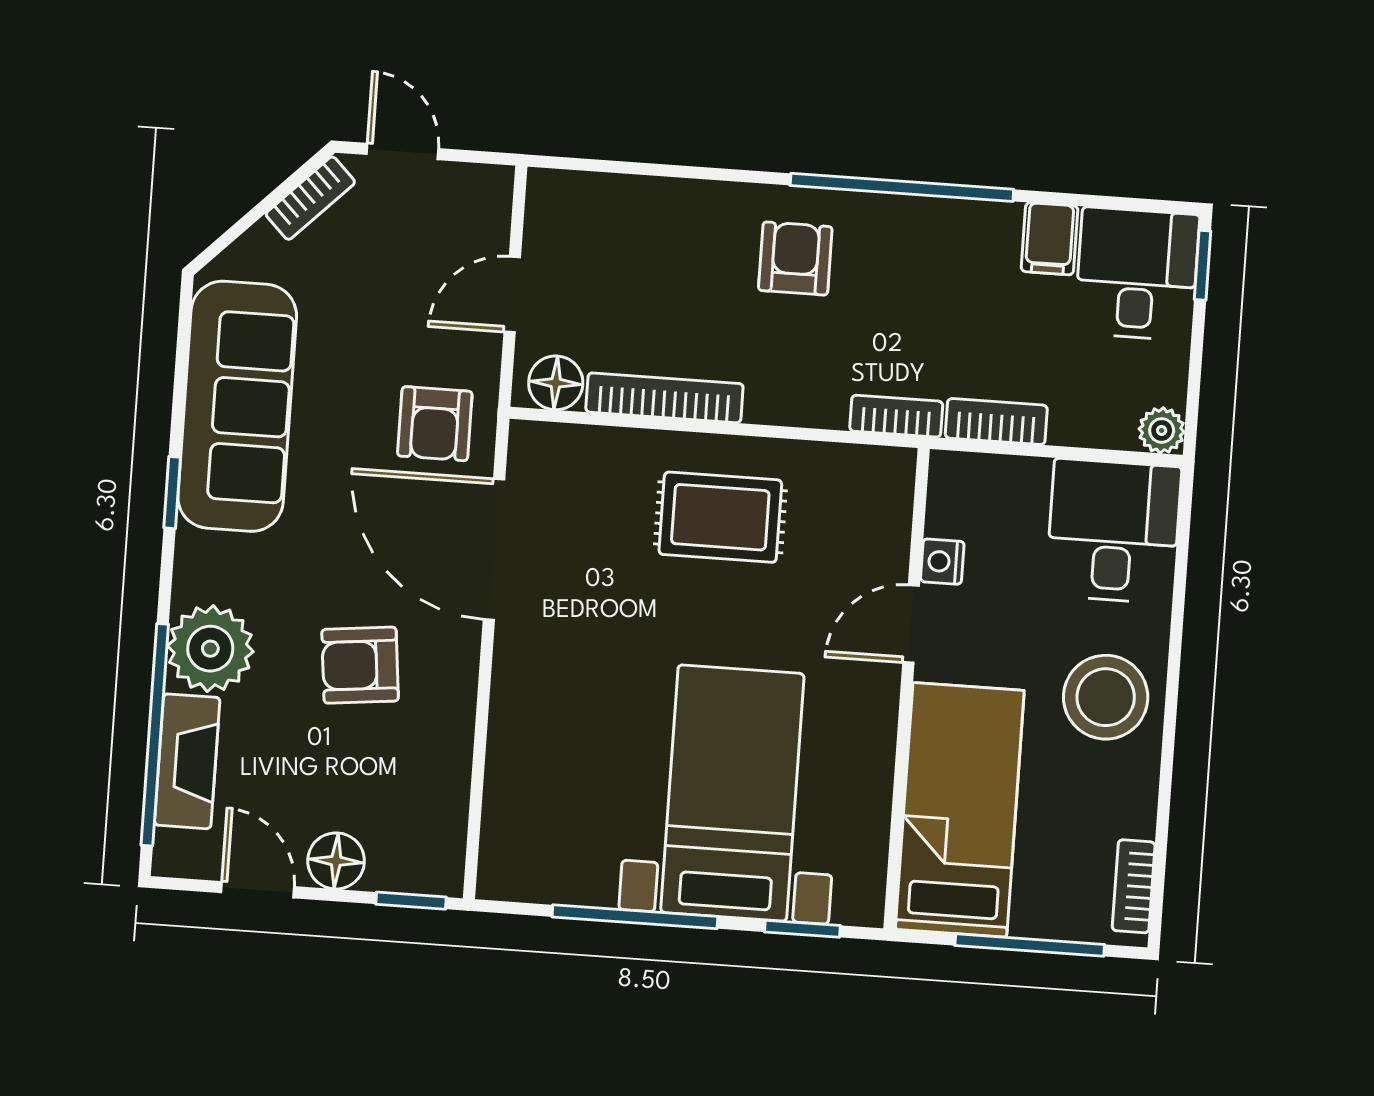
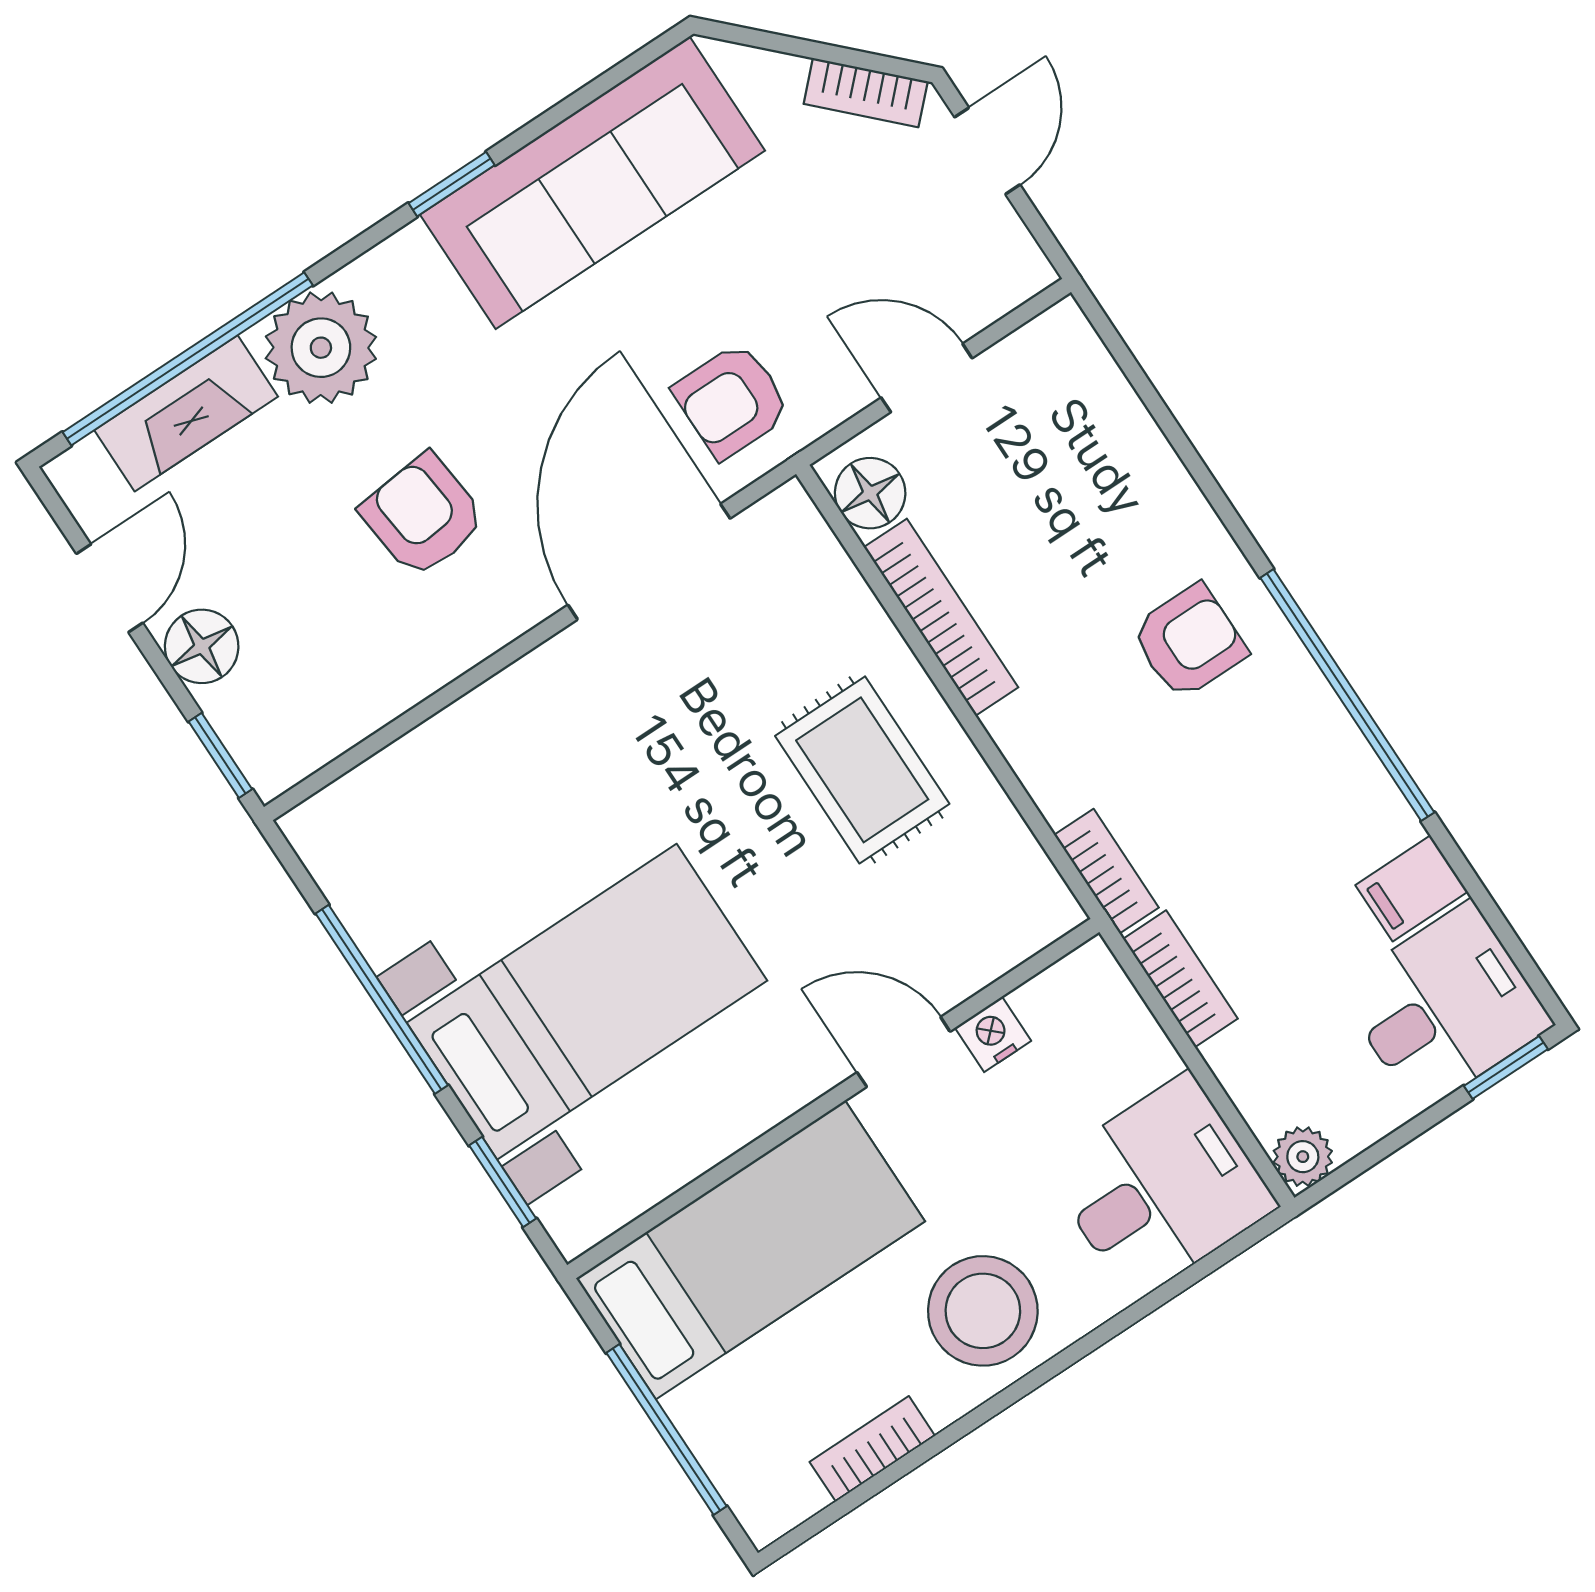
bookcase: (1134, 886) -> (872, 1449), moved

